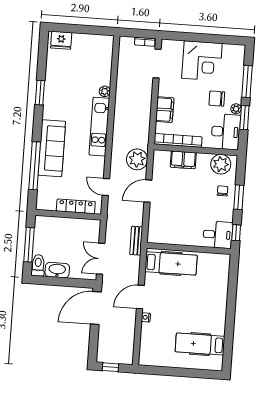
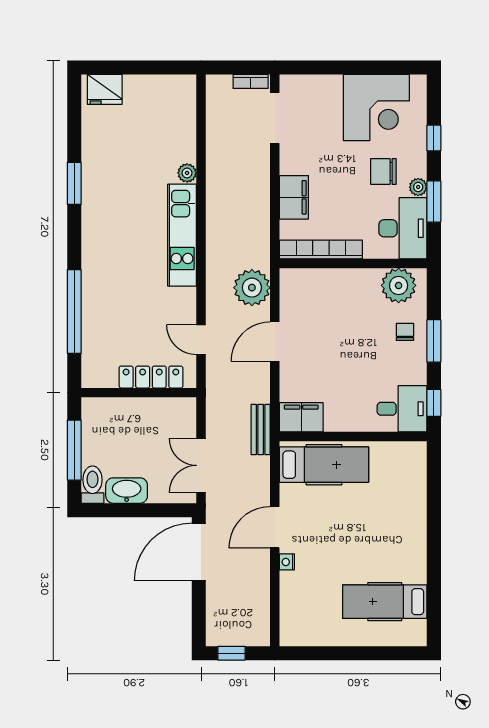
corner desk: (202, 61) -> (376, 107), moved
window: (247, 81) -> (434, 138), width x0.46
sofa: (52, 148) -> (102, 279), removed
filing cabinet: (183, 160) -> (301, 417), moved, turned 180

